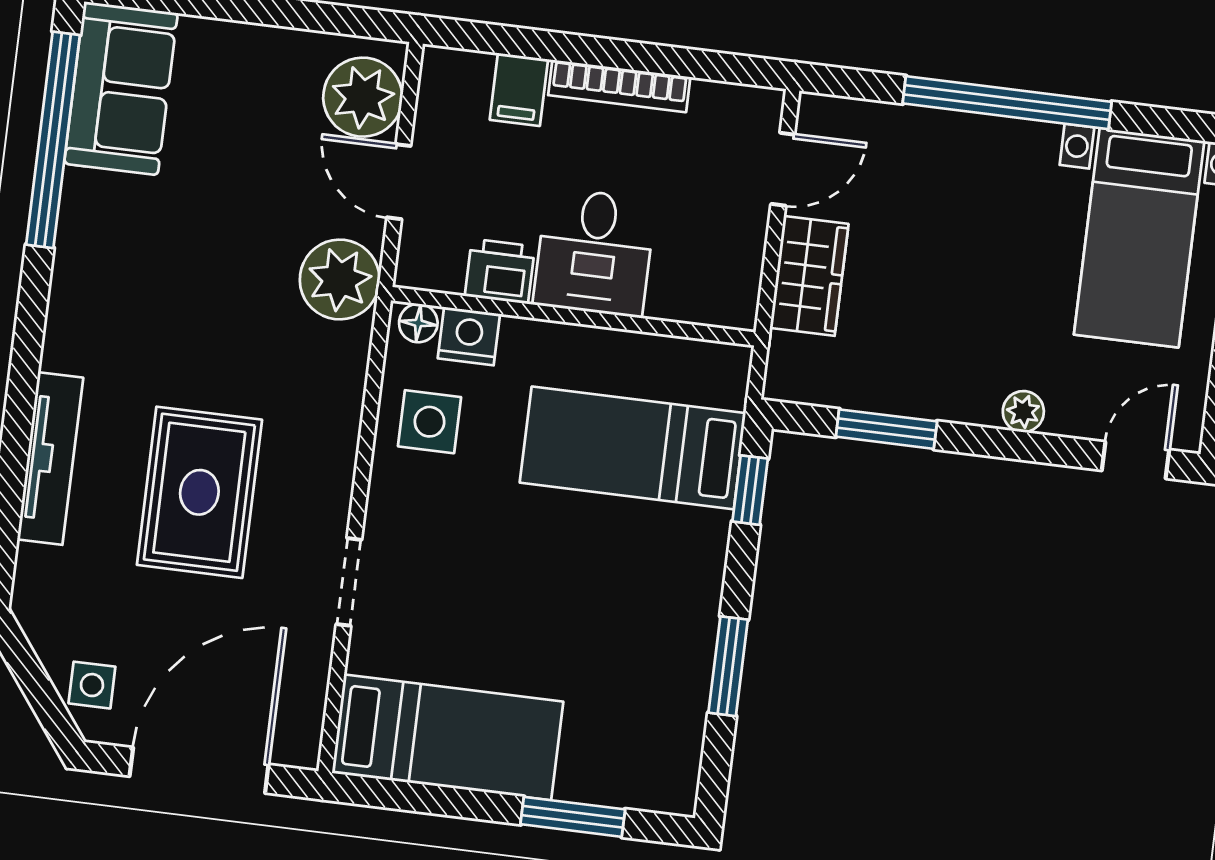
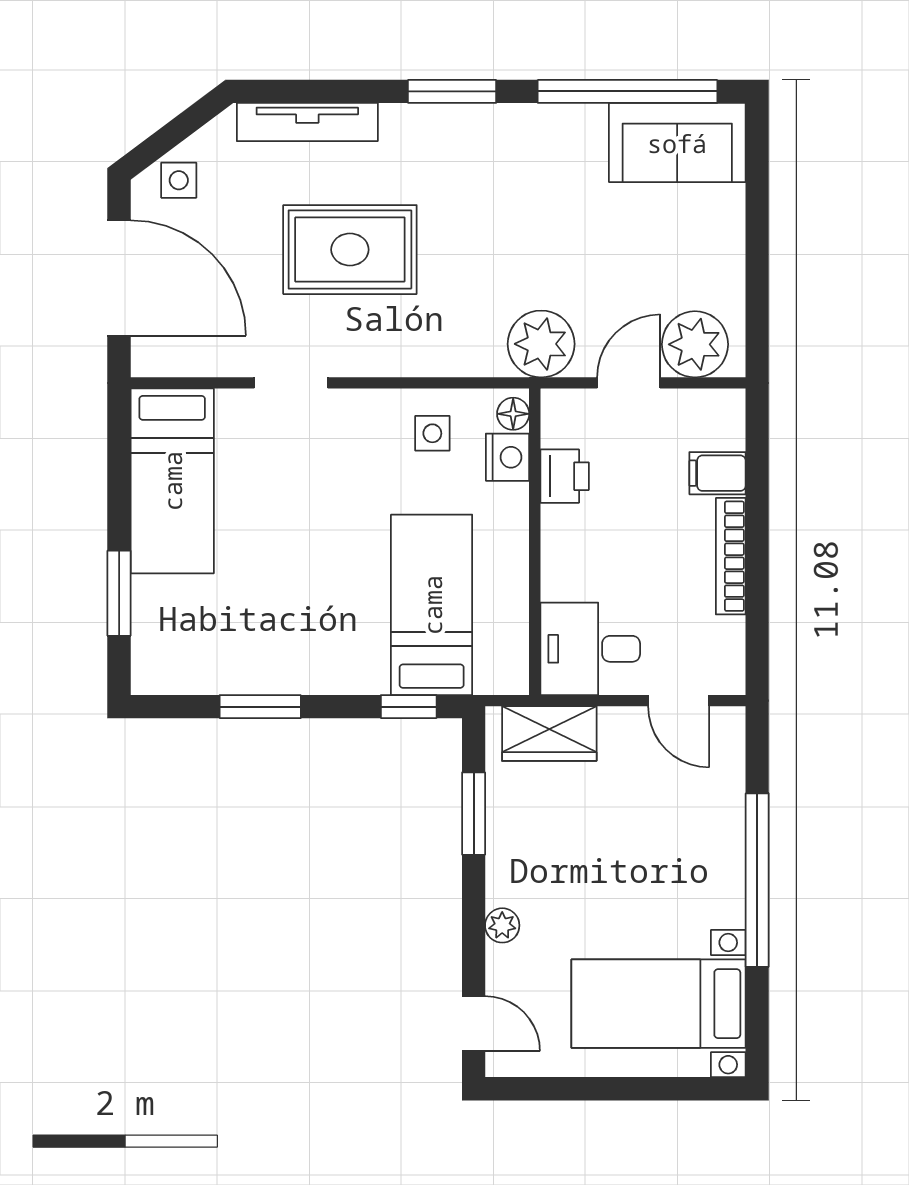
desk: (594, 252) -> (590, 649), moved
wardrobe: (809, 276) -> (549, 734), moved
window: (27, 348) -> (452, 91), added
side table: (429, 422) -> (432, 433), width x0.73, depth x0.73
tv unit: (50, 459) -> (307, 122), moved

